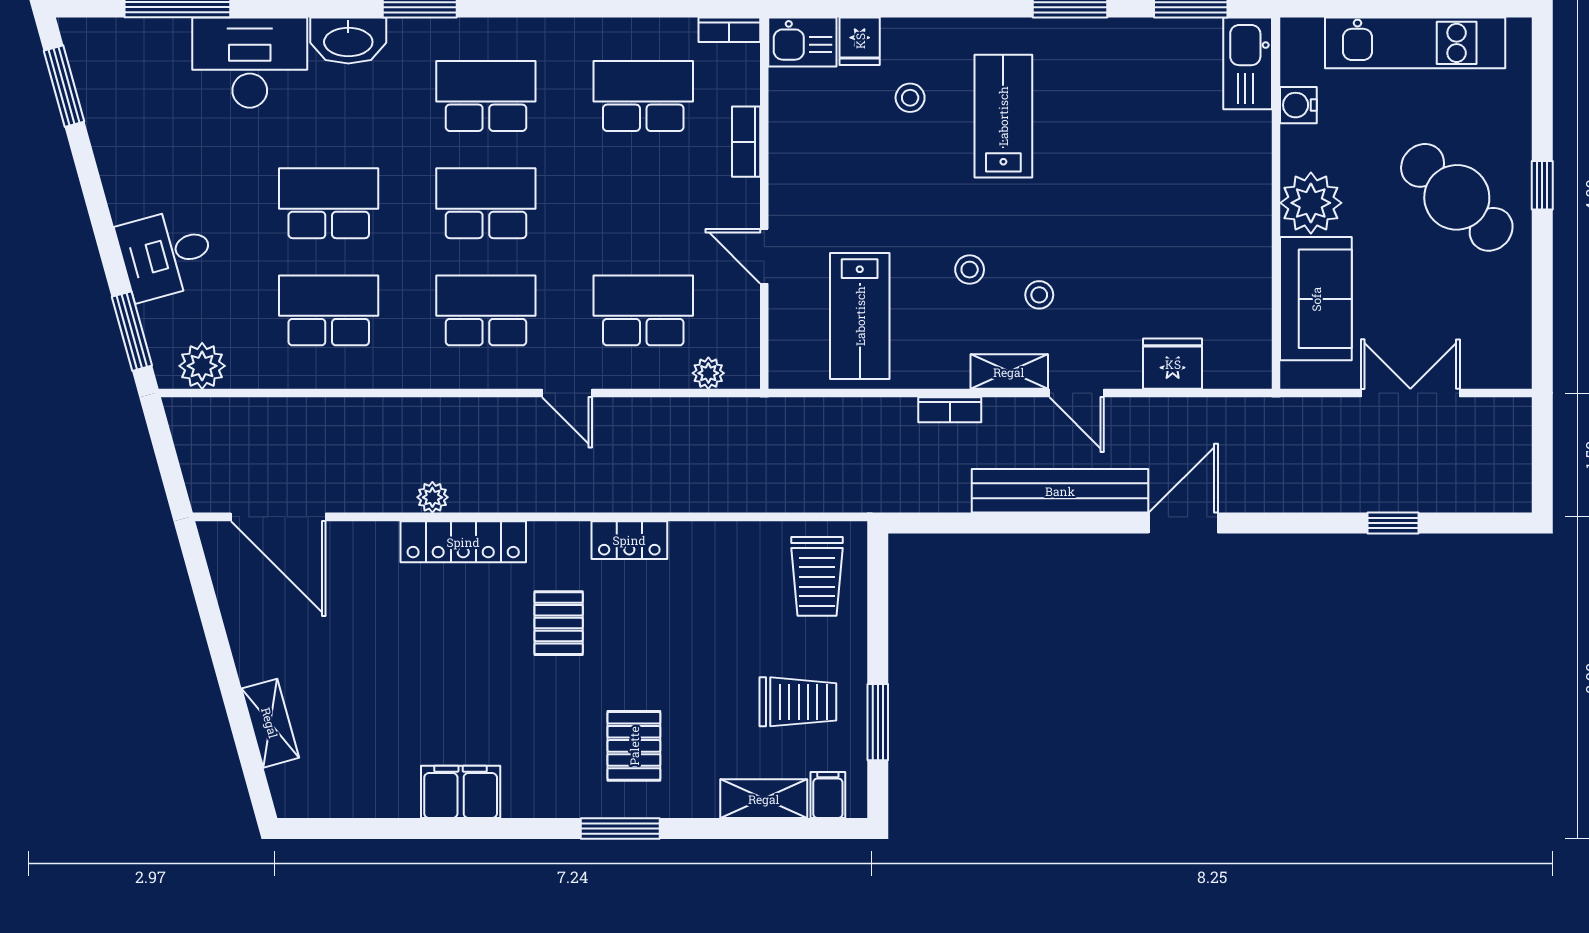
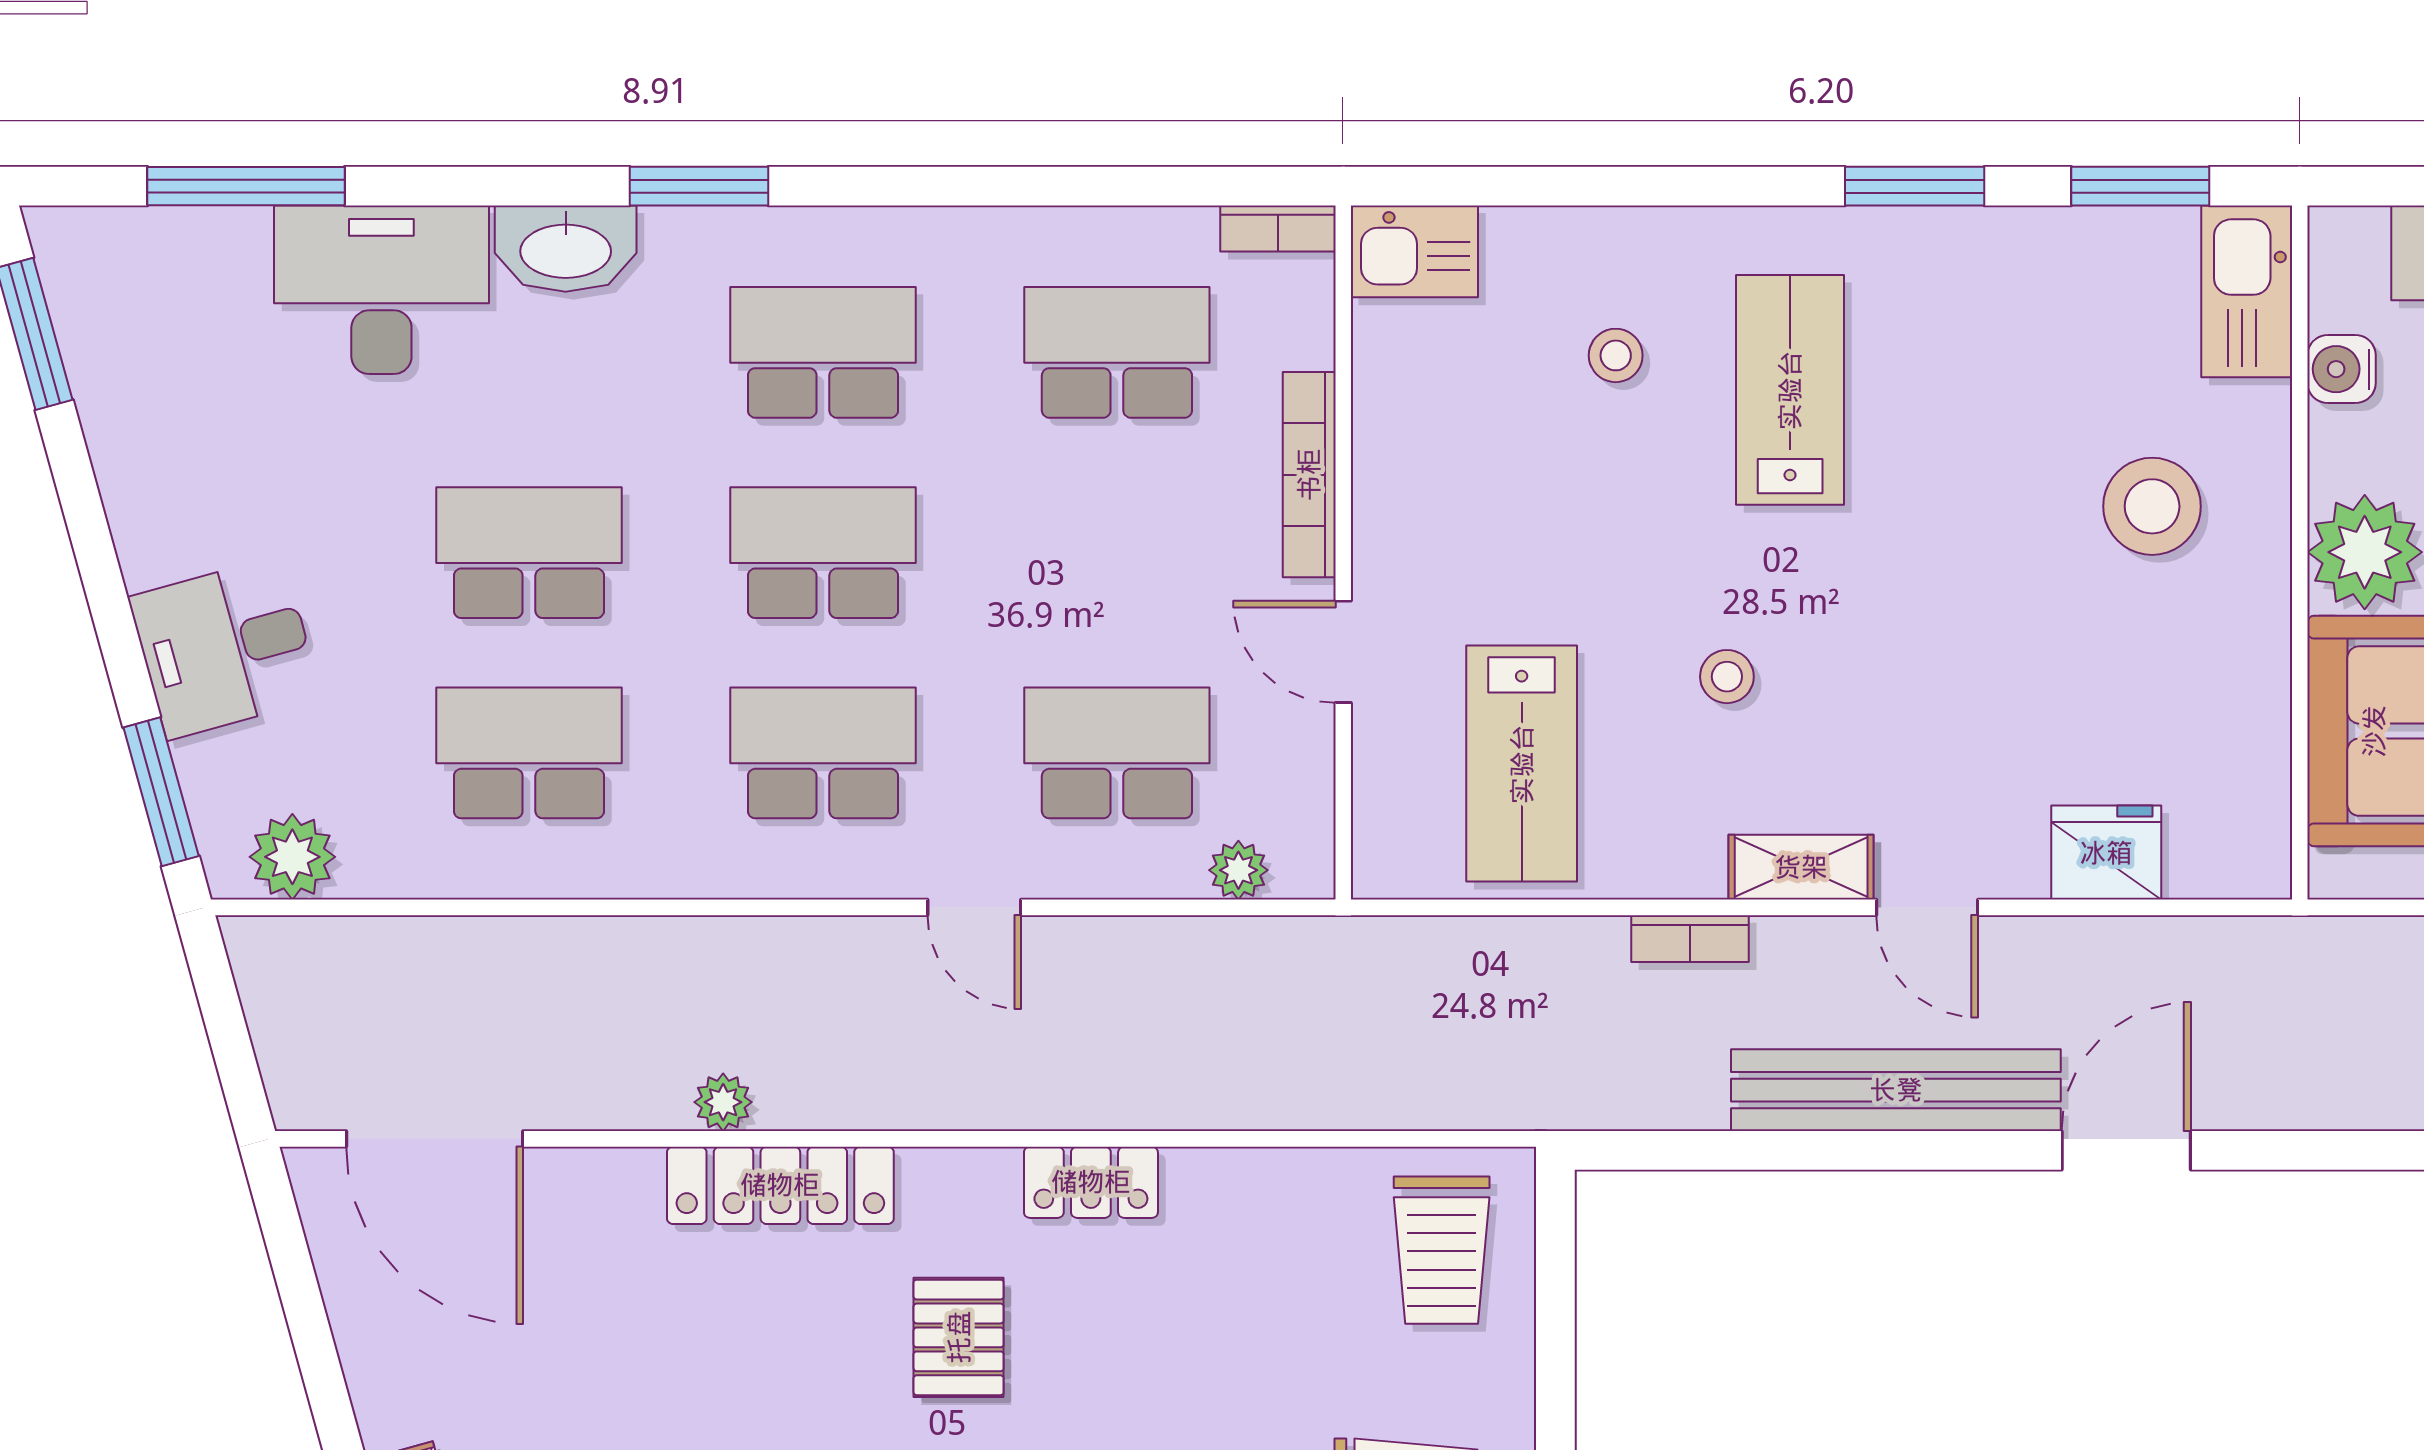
fridge: (860, 41) -> (1521, 250), removed
bookcase: (746, 142) -> (1309, 475), width x1.56
stool: (1039, 295) -> (2152, 506), moved, width x1.89, depth x1.89

